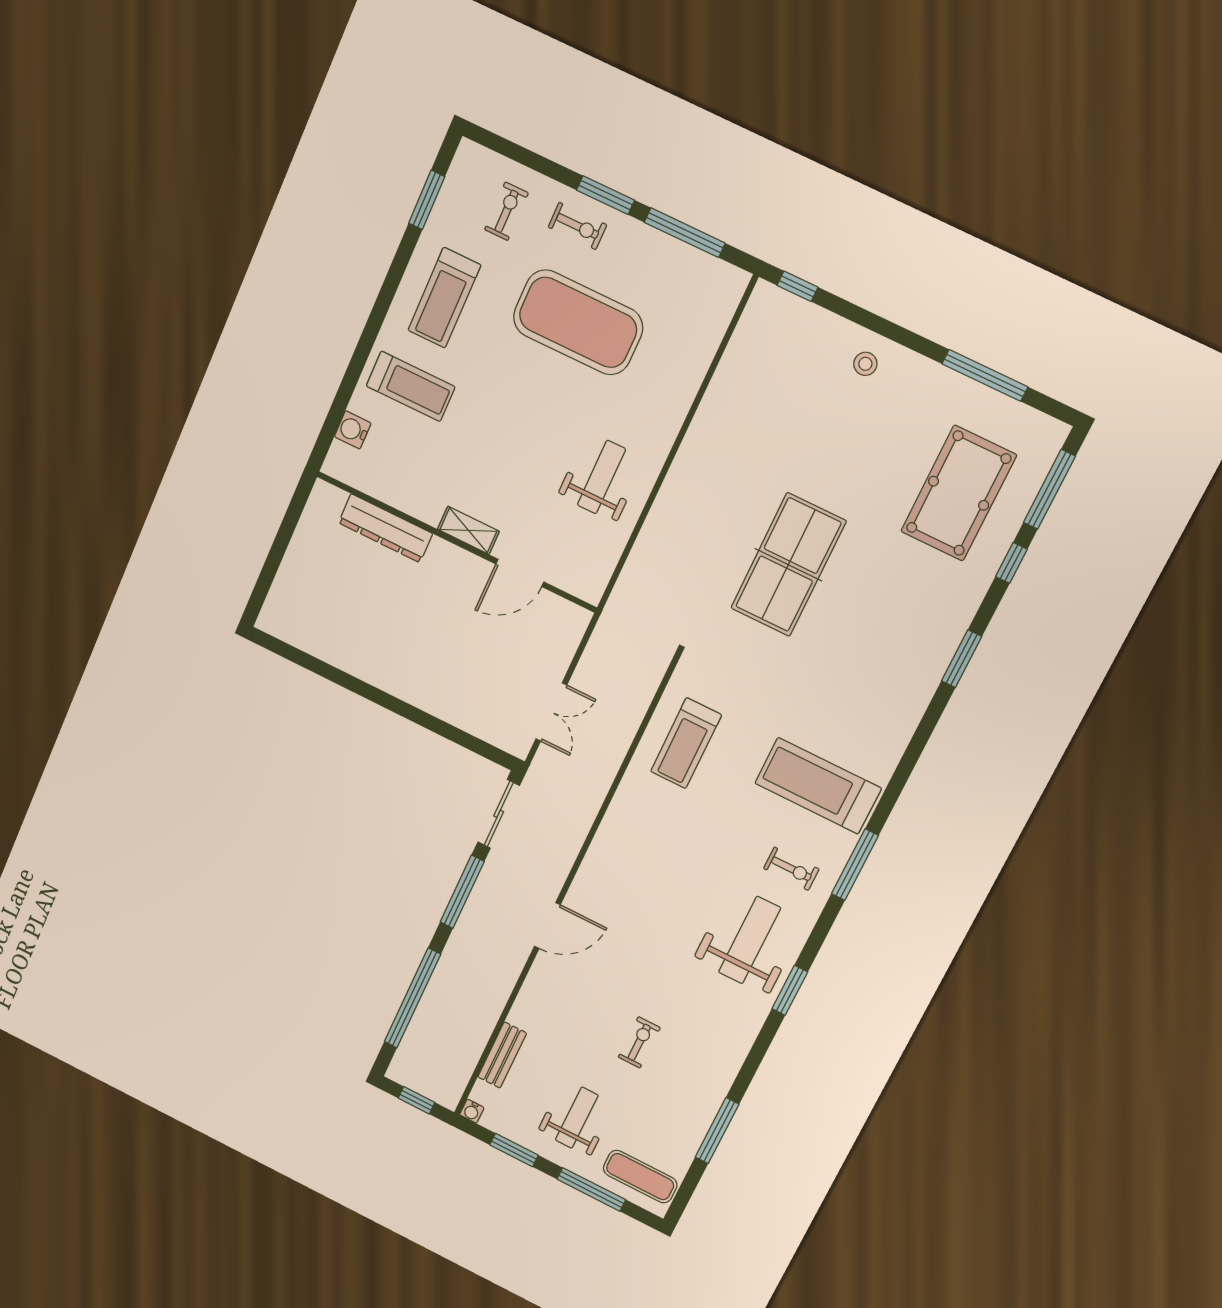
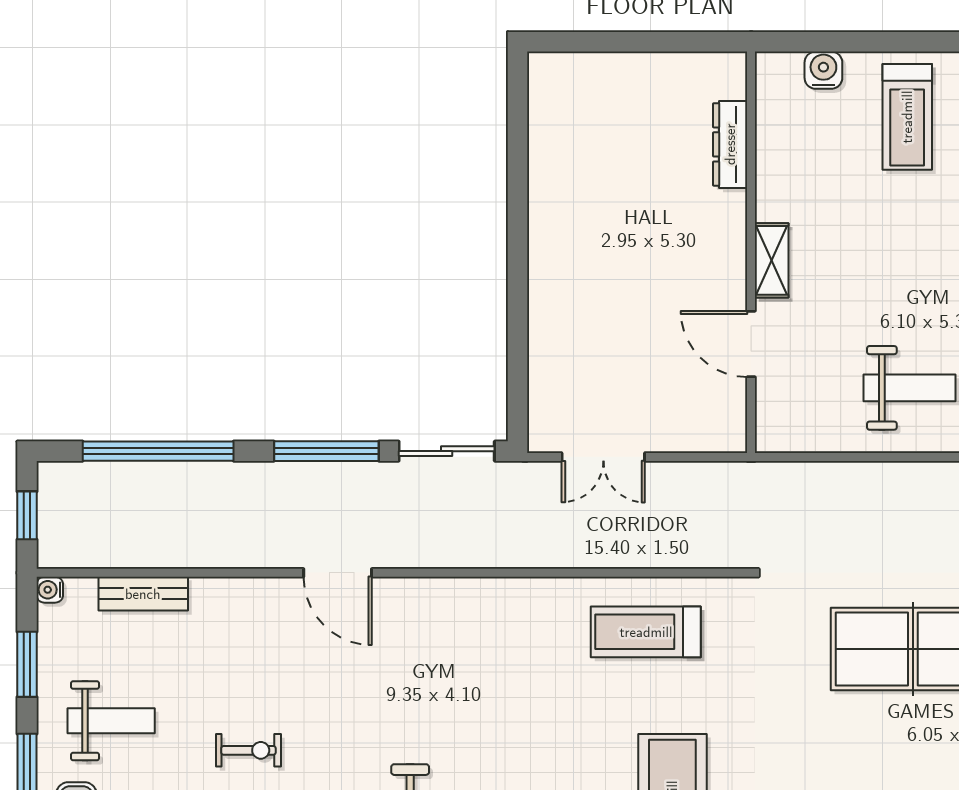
dresser: (385, 528) -> (730, 144), width x0.73, depth x0.80

